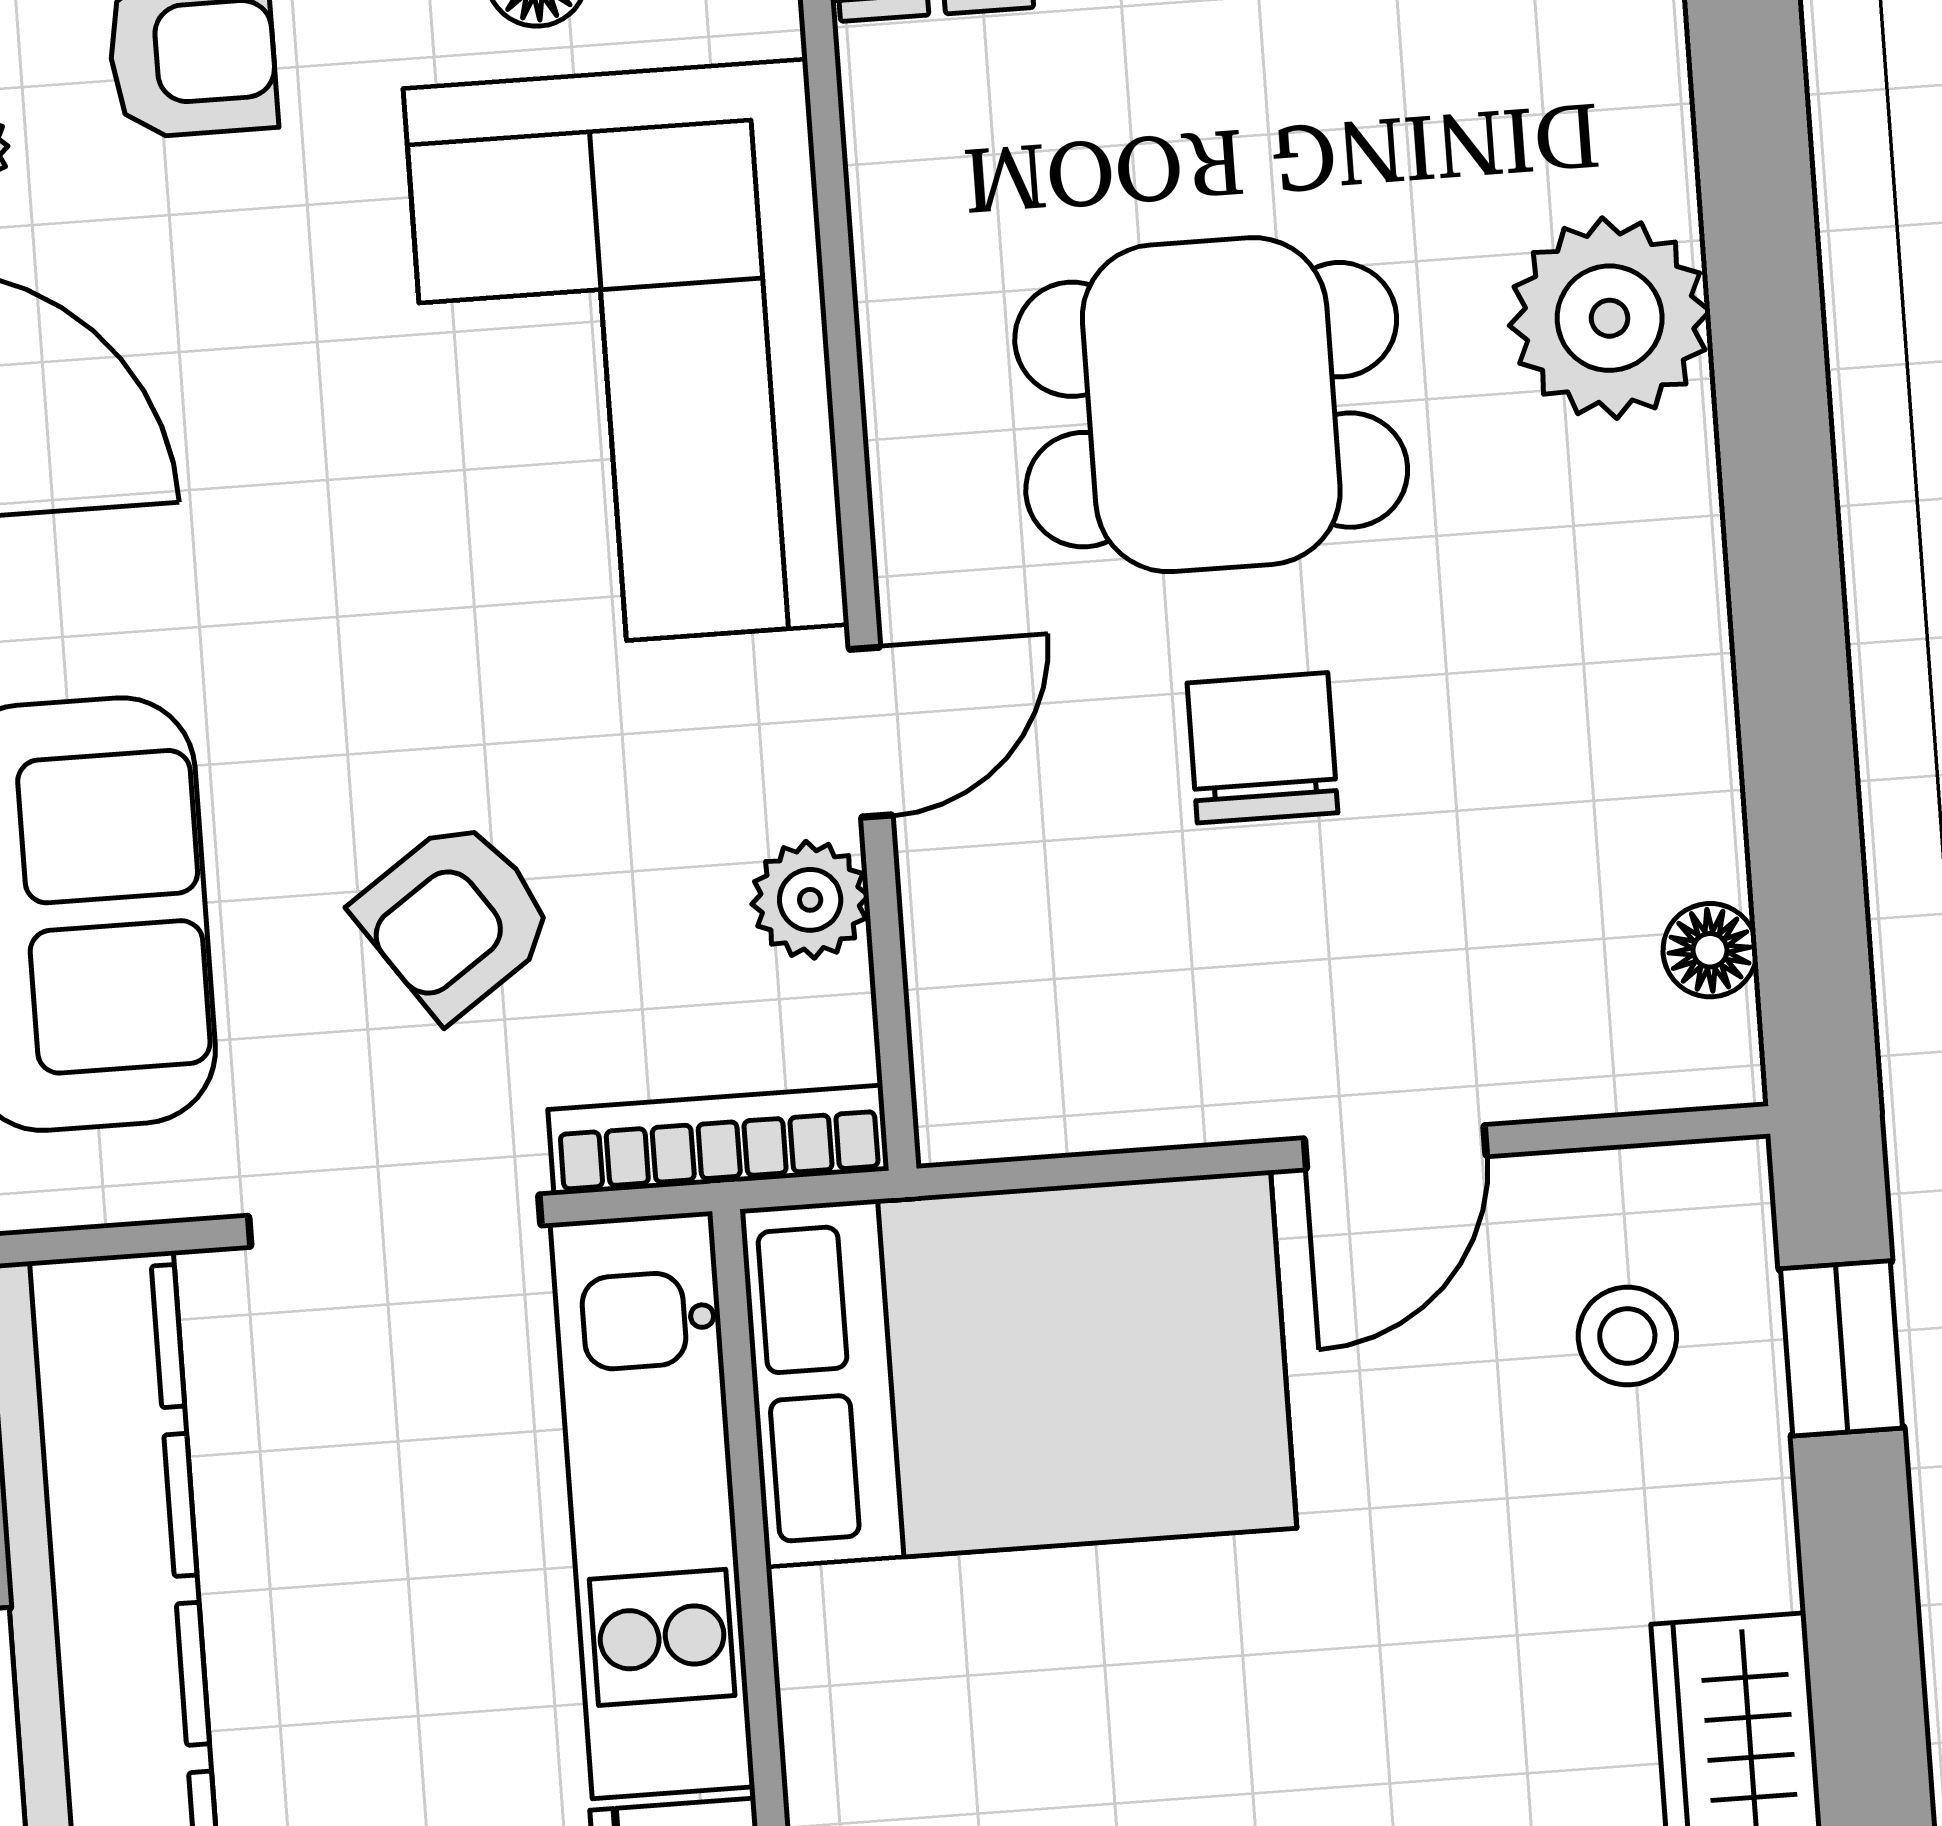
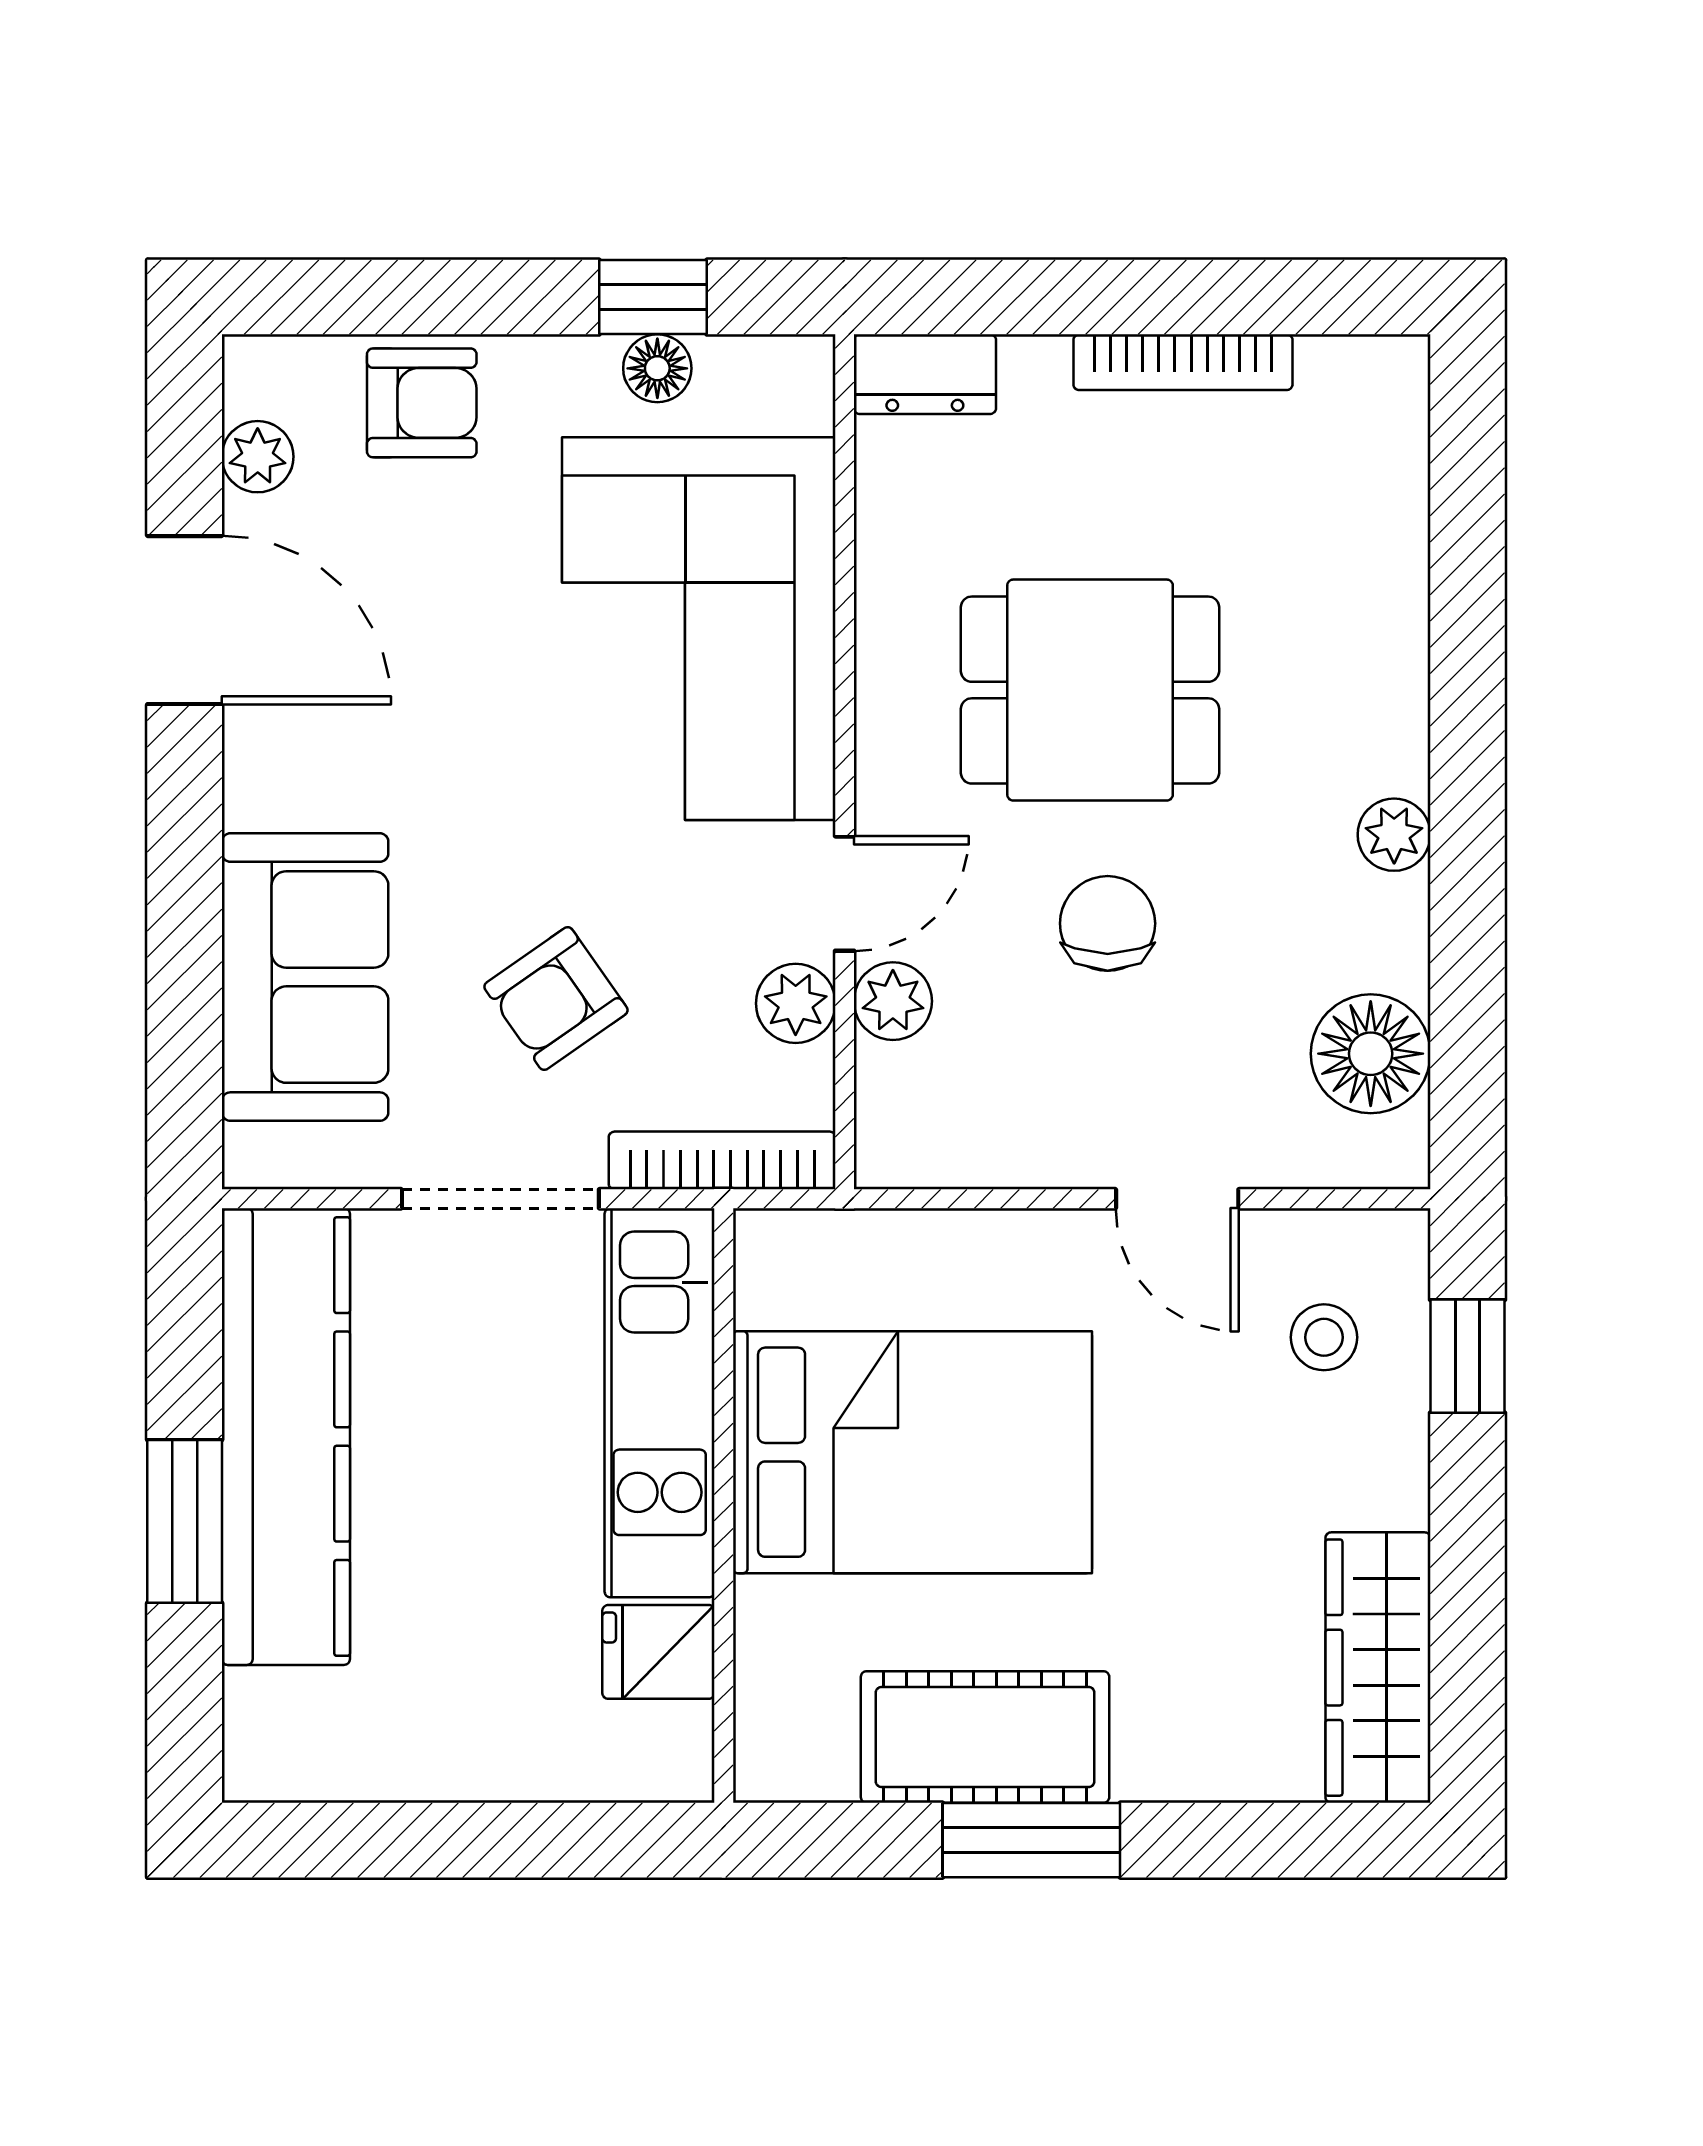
plant: (1610, 318) -> (1394, 835), moved, width x0.53, depth x0.53
plant: (954, 886) -> (893, 1001), added
floor lamp: (1710, 950) -> (1371, 1054), width x1.89, depth x1.89
door: (1395, 1147) -> (1177, 1199), hinge flipped
bed: (1018, 1369) -> (913, 1452), moved

